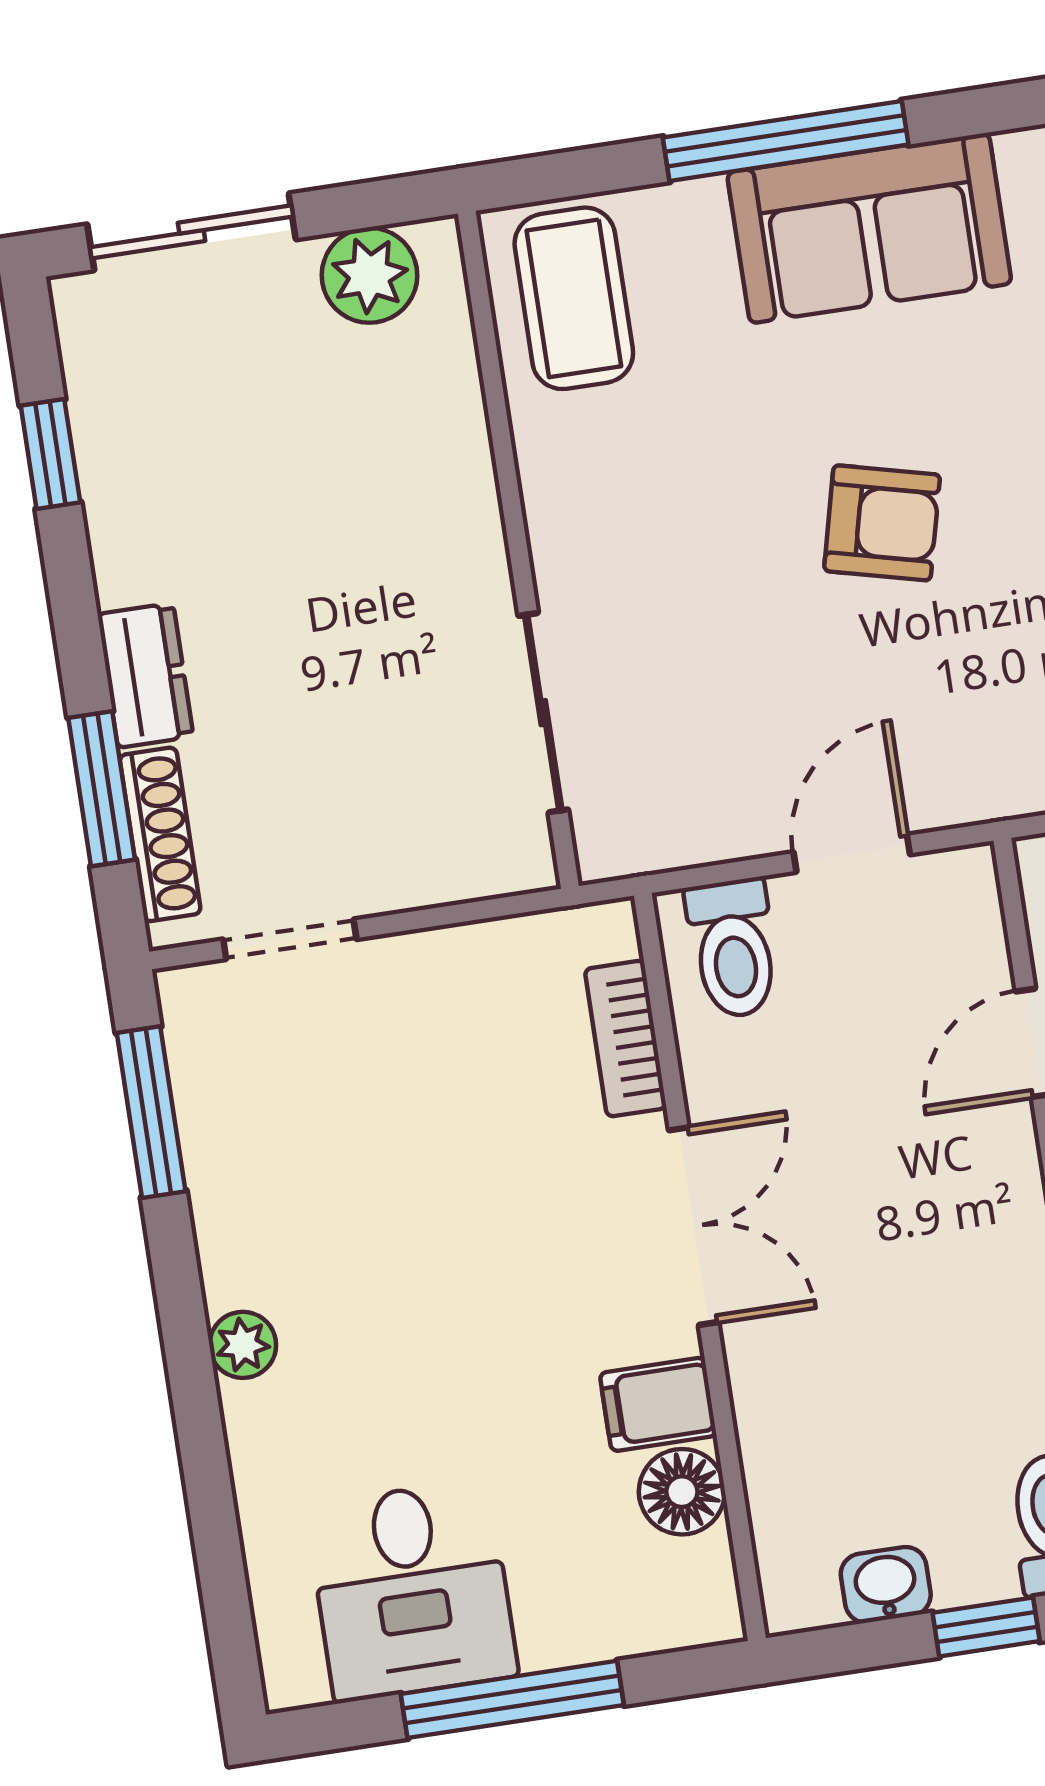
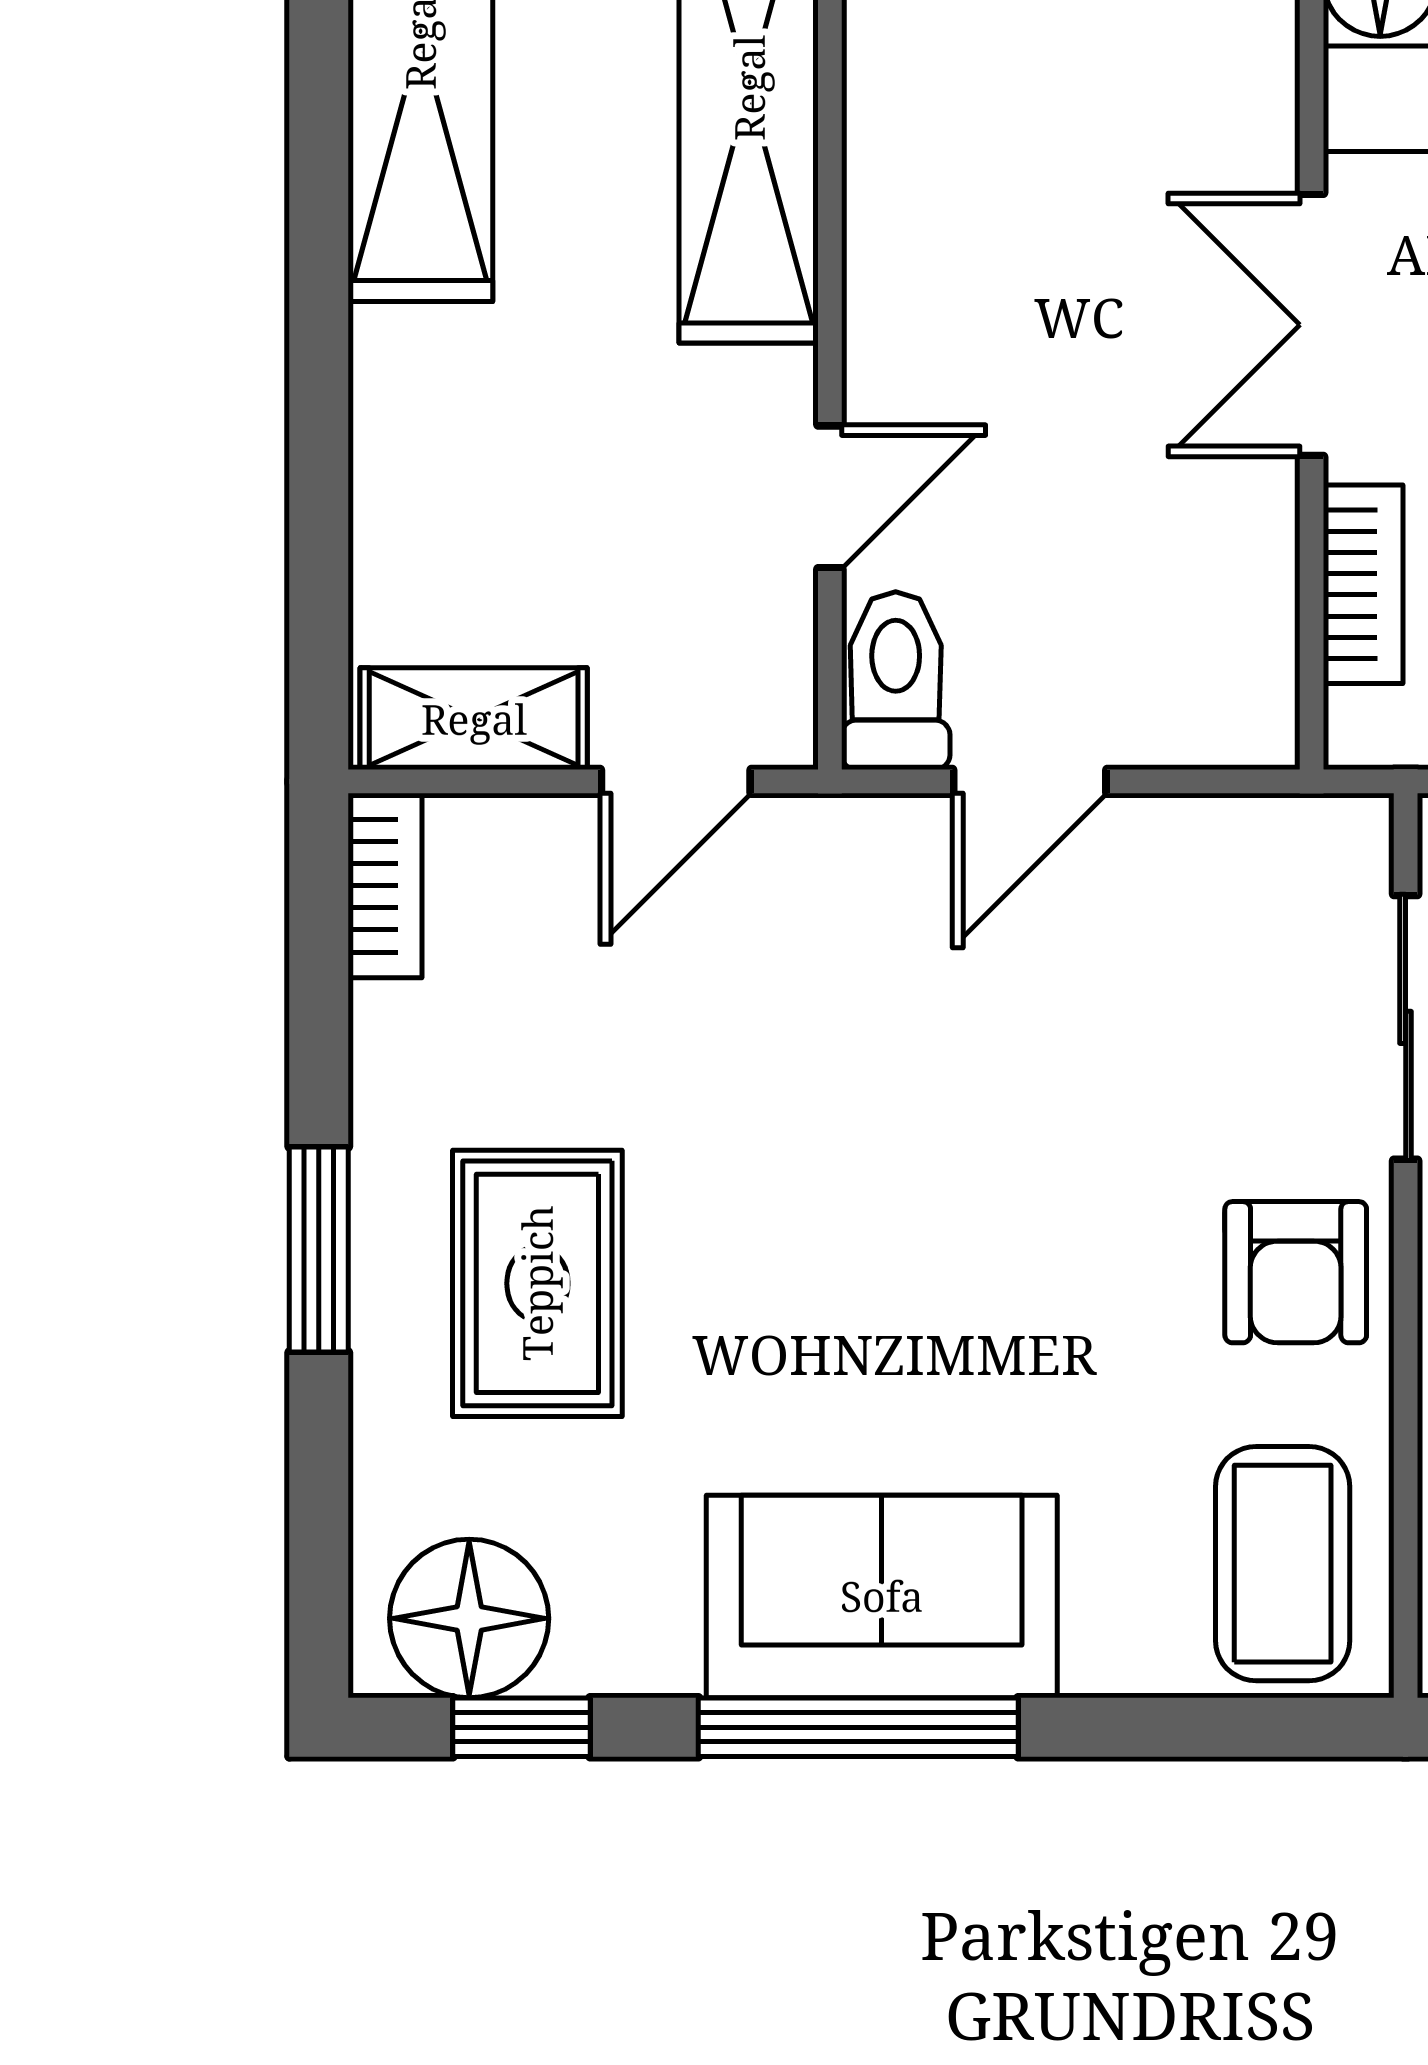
window: (786, 141) -> (858, 1727), moved
armchair: (882, 523) -> (1296, 1272), moved, turned -104
toilet: (733, 948) -> (896, 681), moved

